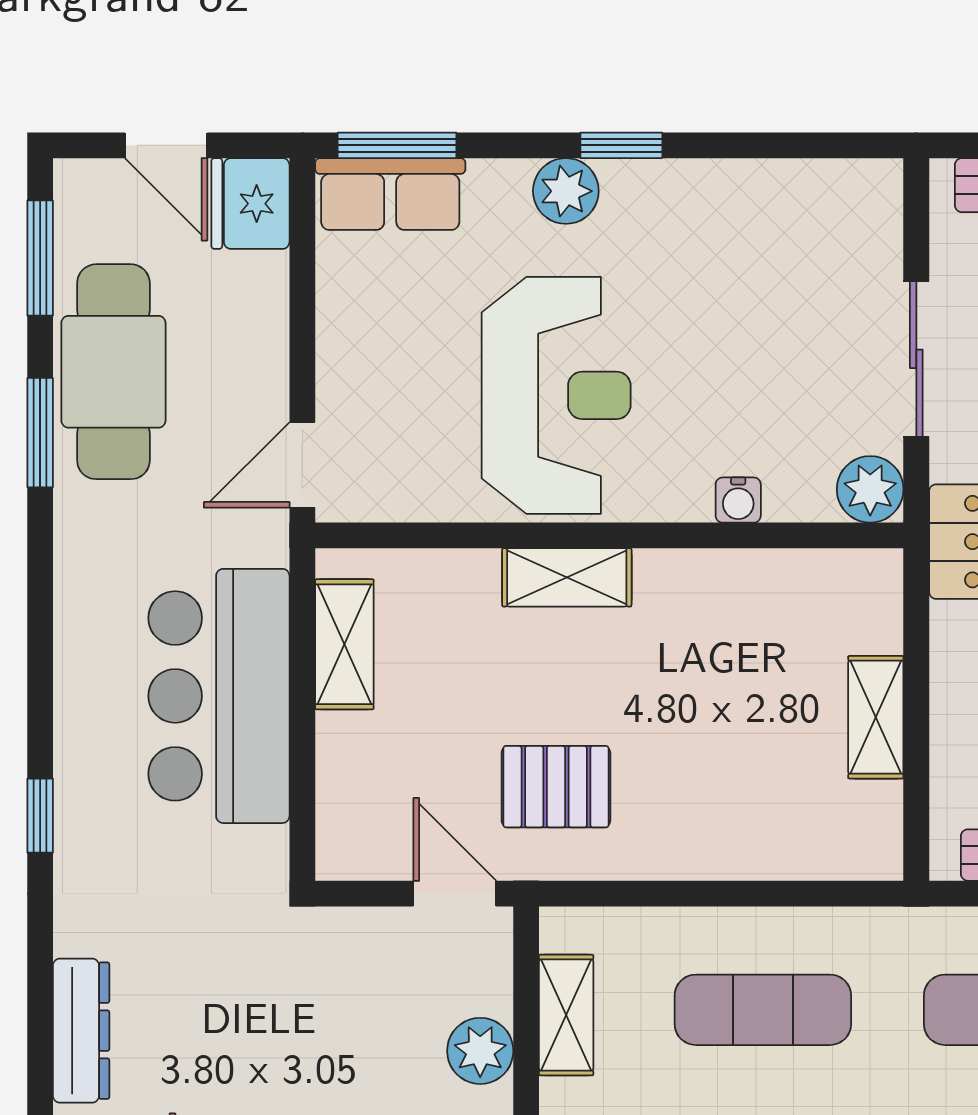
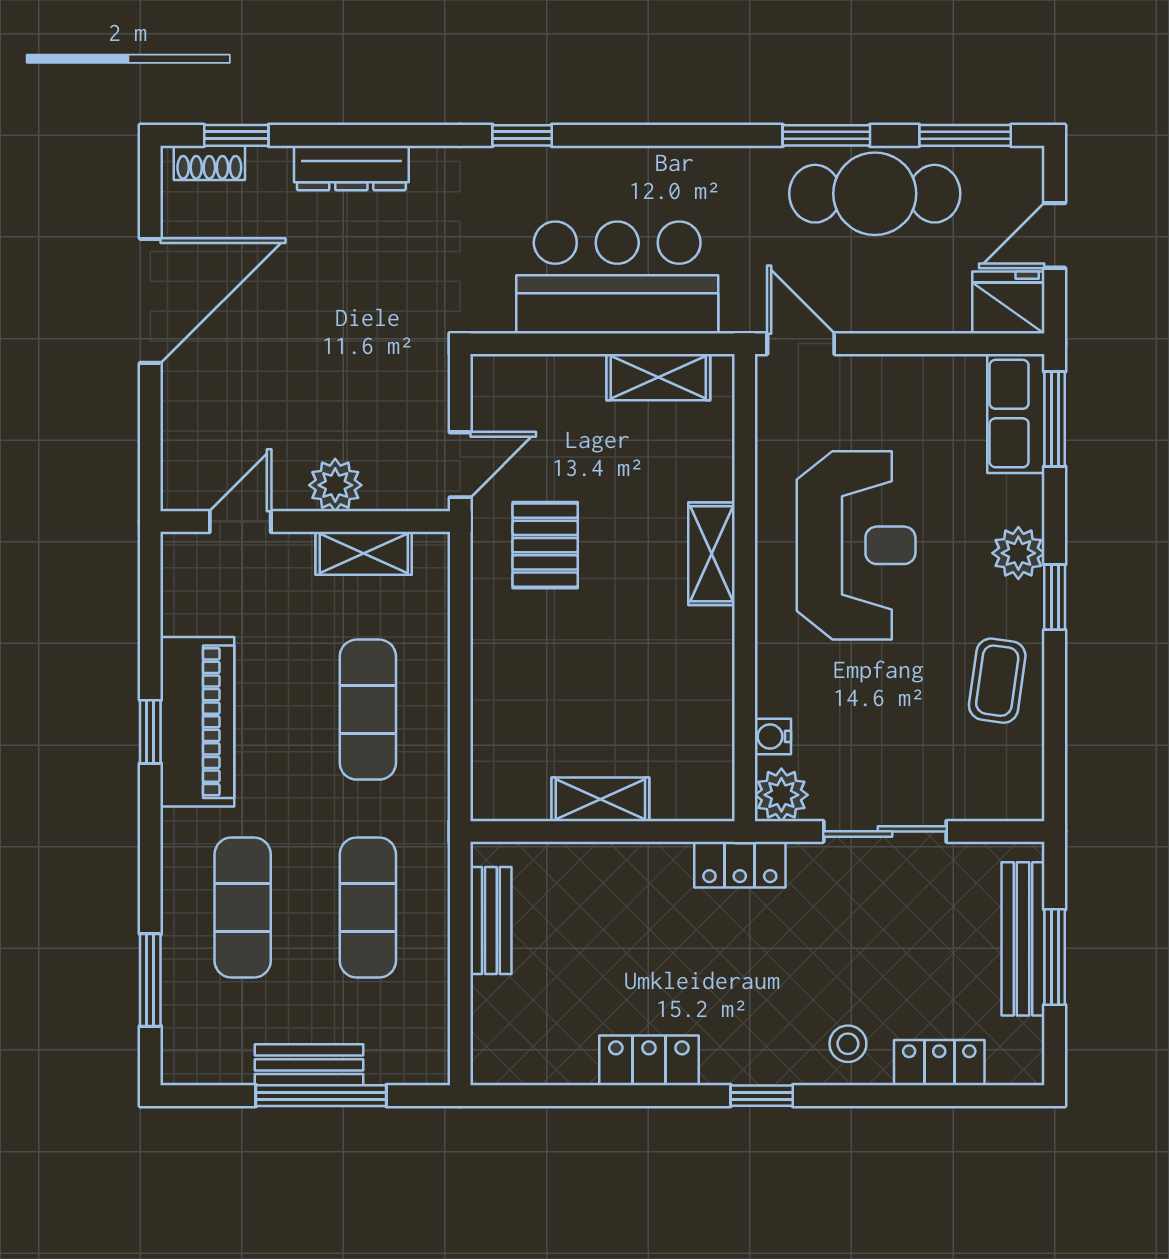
coffee table: (726, 218) -> (997, 681), added
reception desk: (556, 395) -> (856, 545), turned -90
water cooler: (738, 500) -> (773, 736), moved

